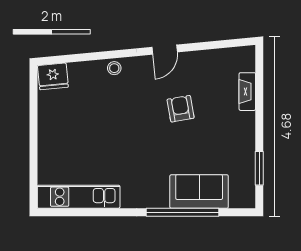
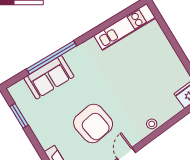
armchair: (181, 109) -> (93, 123), width x1.88, depth x1.88

